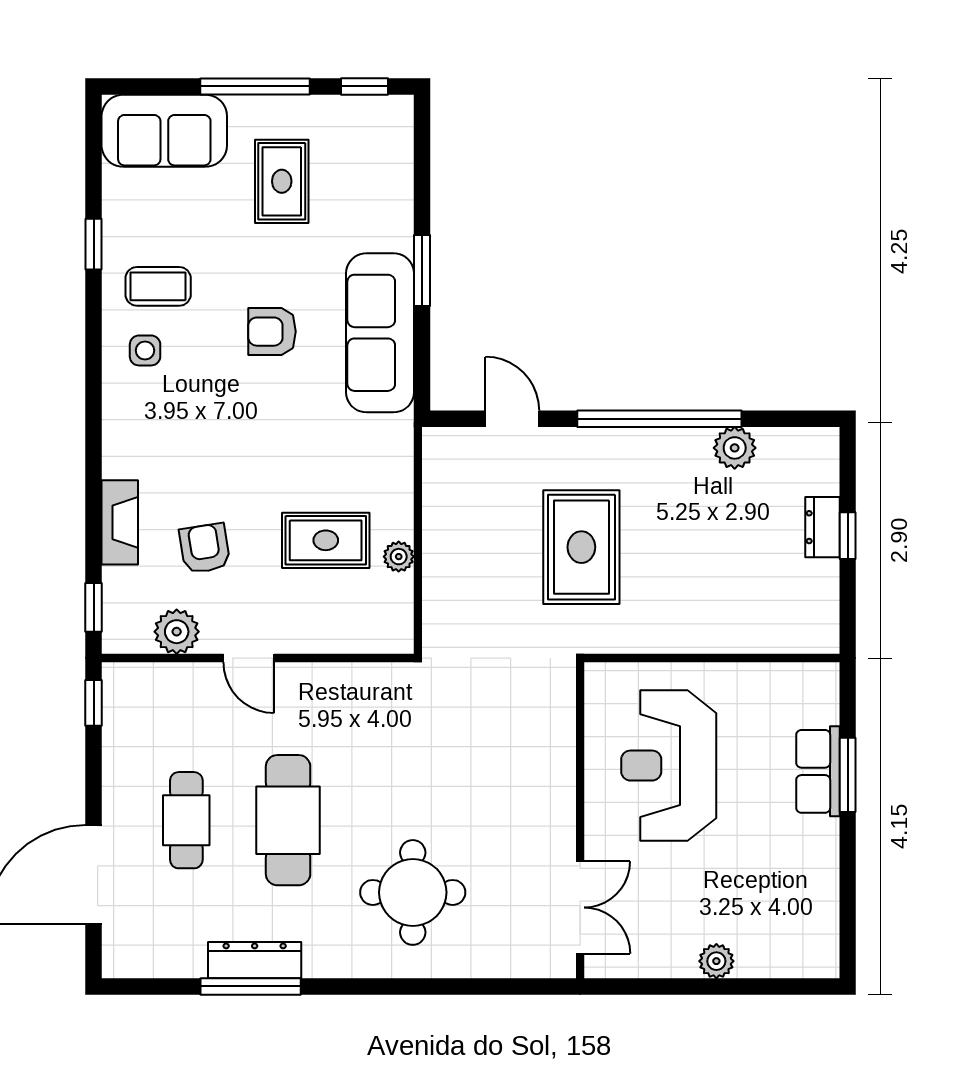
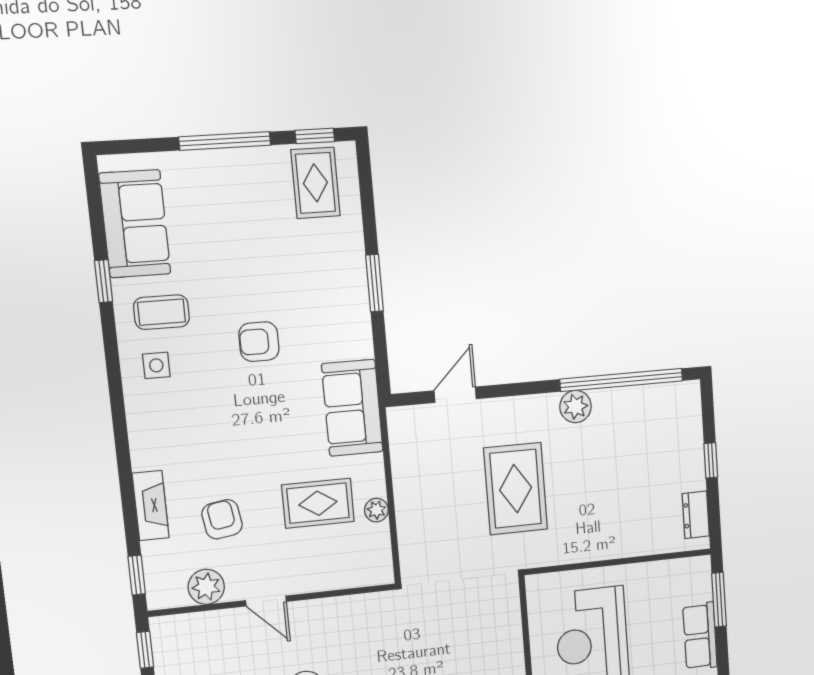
sofa: (164, 131) -> (135, 224), moved, turned -90
rug: (282, 181) -> (315, 183), moved
sofa: (380, 333) -> (352, 408), moved, width x0.73
door: (512, 419) -> (455, 395), hinge flipped
window: (659, 419) -> (622, 380), moved
plant: (735, 448) -> (576, 407), moved
dresser: (822, 527) -> (696, 515), moved
window: (848, 775) -> (719, 600), moved

